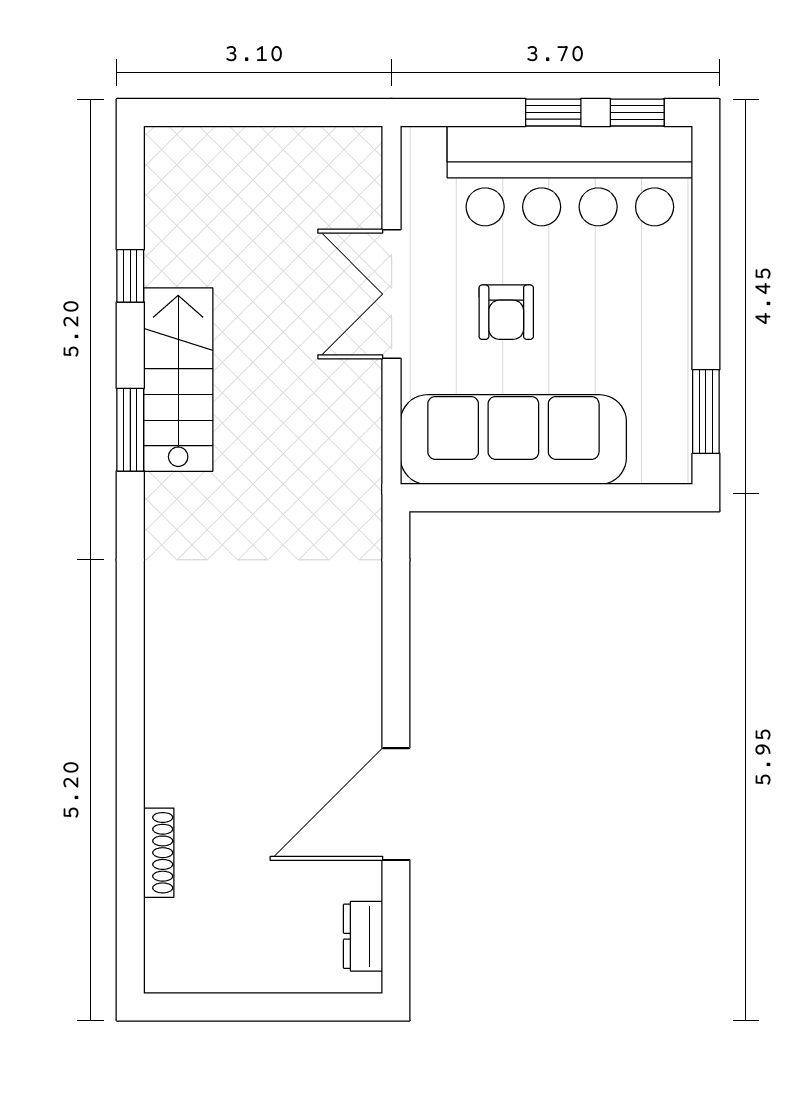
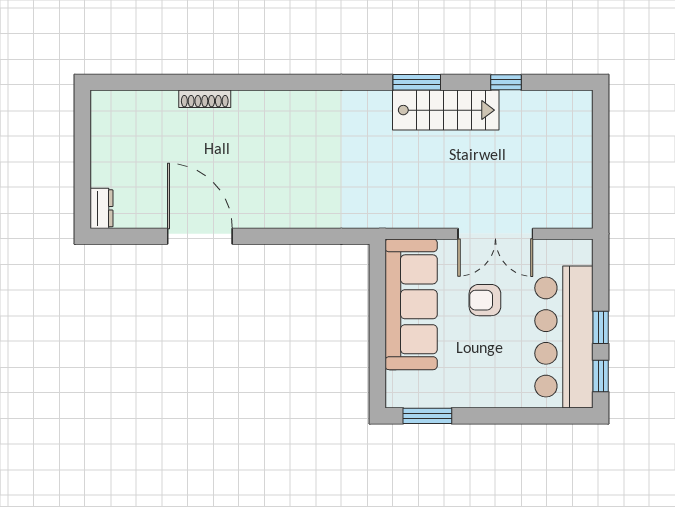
double door: (392, 294) -> (495, 234), swing flipped
shoe rack: (159, 853) -> (205, 99), moved
dresser: (363, 936) -> (101, 208), moved, turned 90

